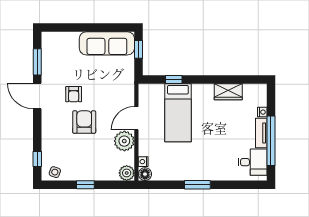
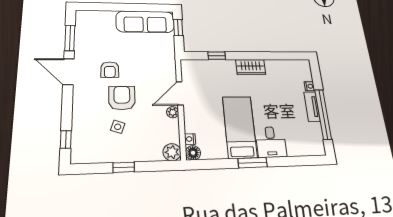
wardrobe: (228, 92) -> (251, 67), moved
bed: (178, 113) -> (240, 127), moved, turned 180
plant: (124, 141) -> (173, 112), width x0.53, depth x0.53
desk: (253, 162) -> (271, 142), moved, turned 90
side table: (55, 172) -> (118, 127), moved

